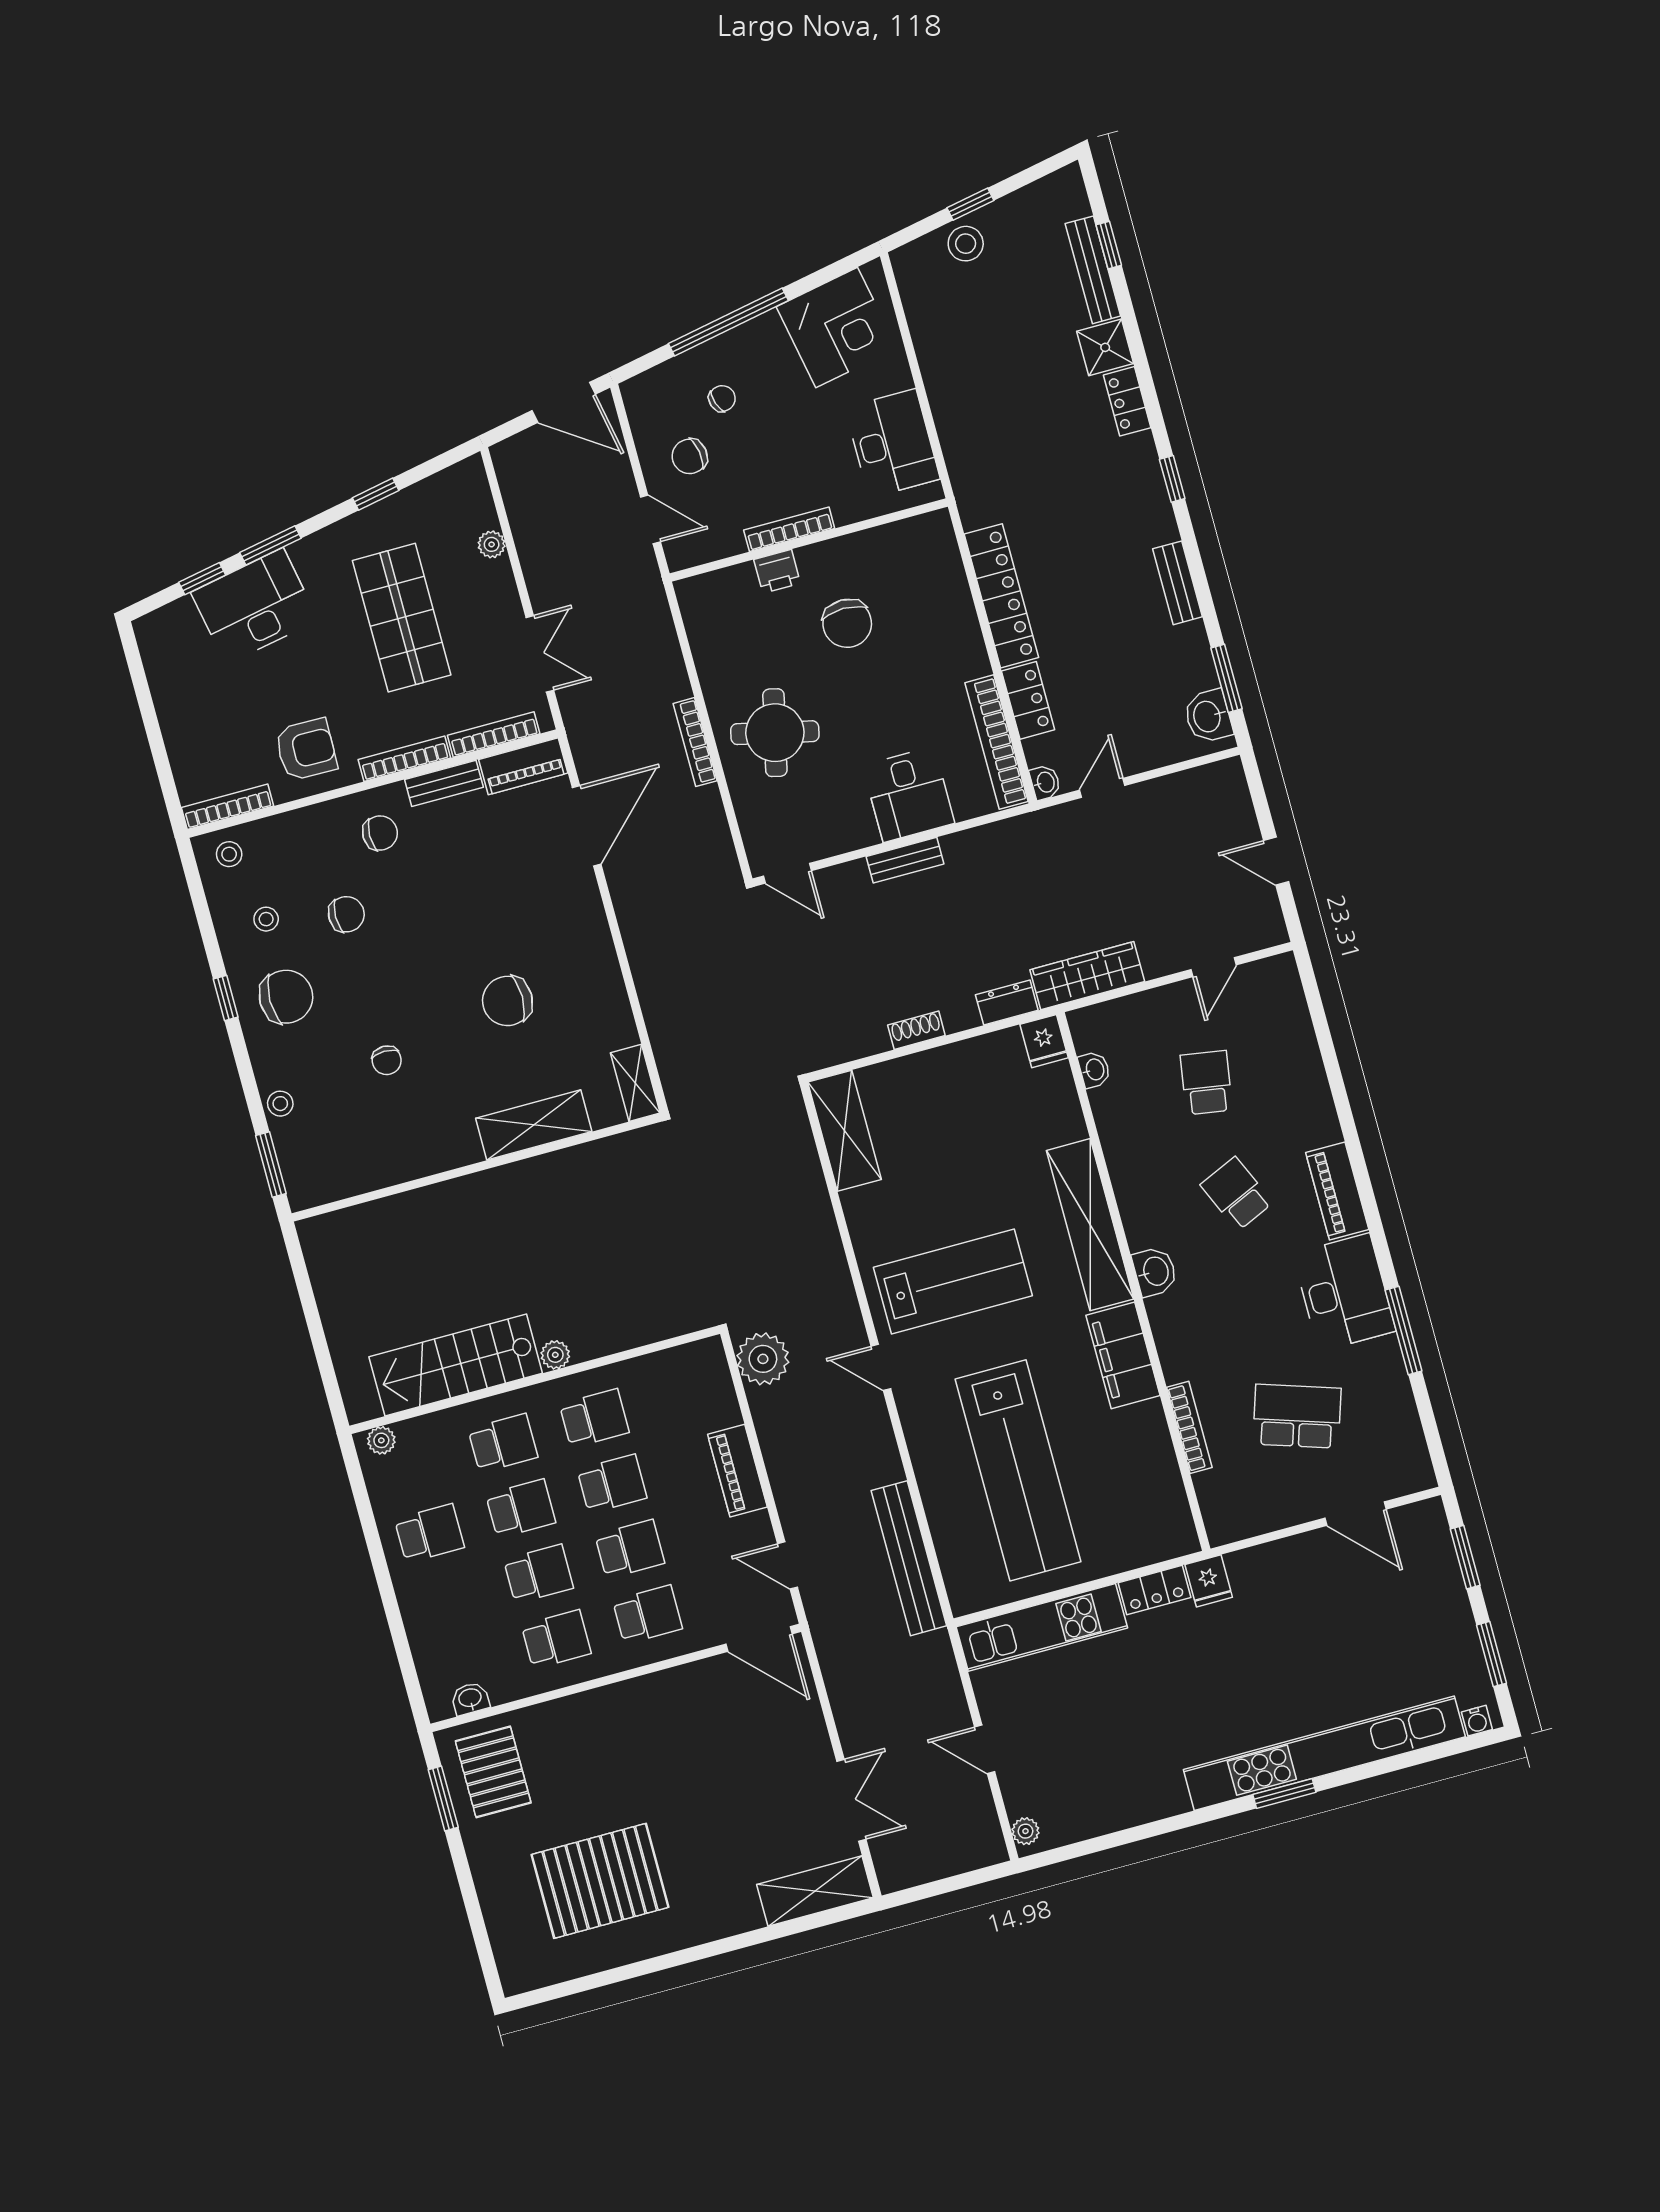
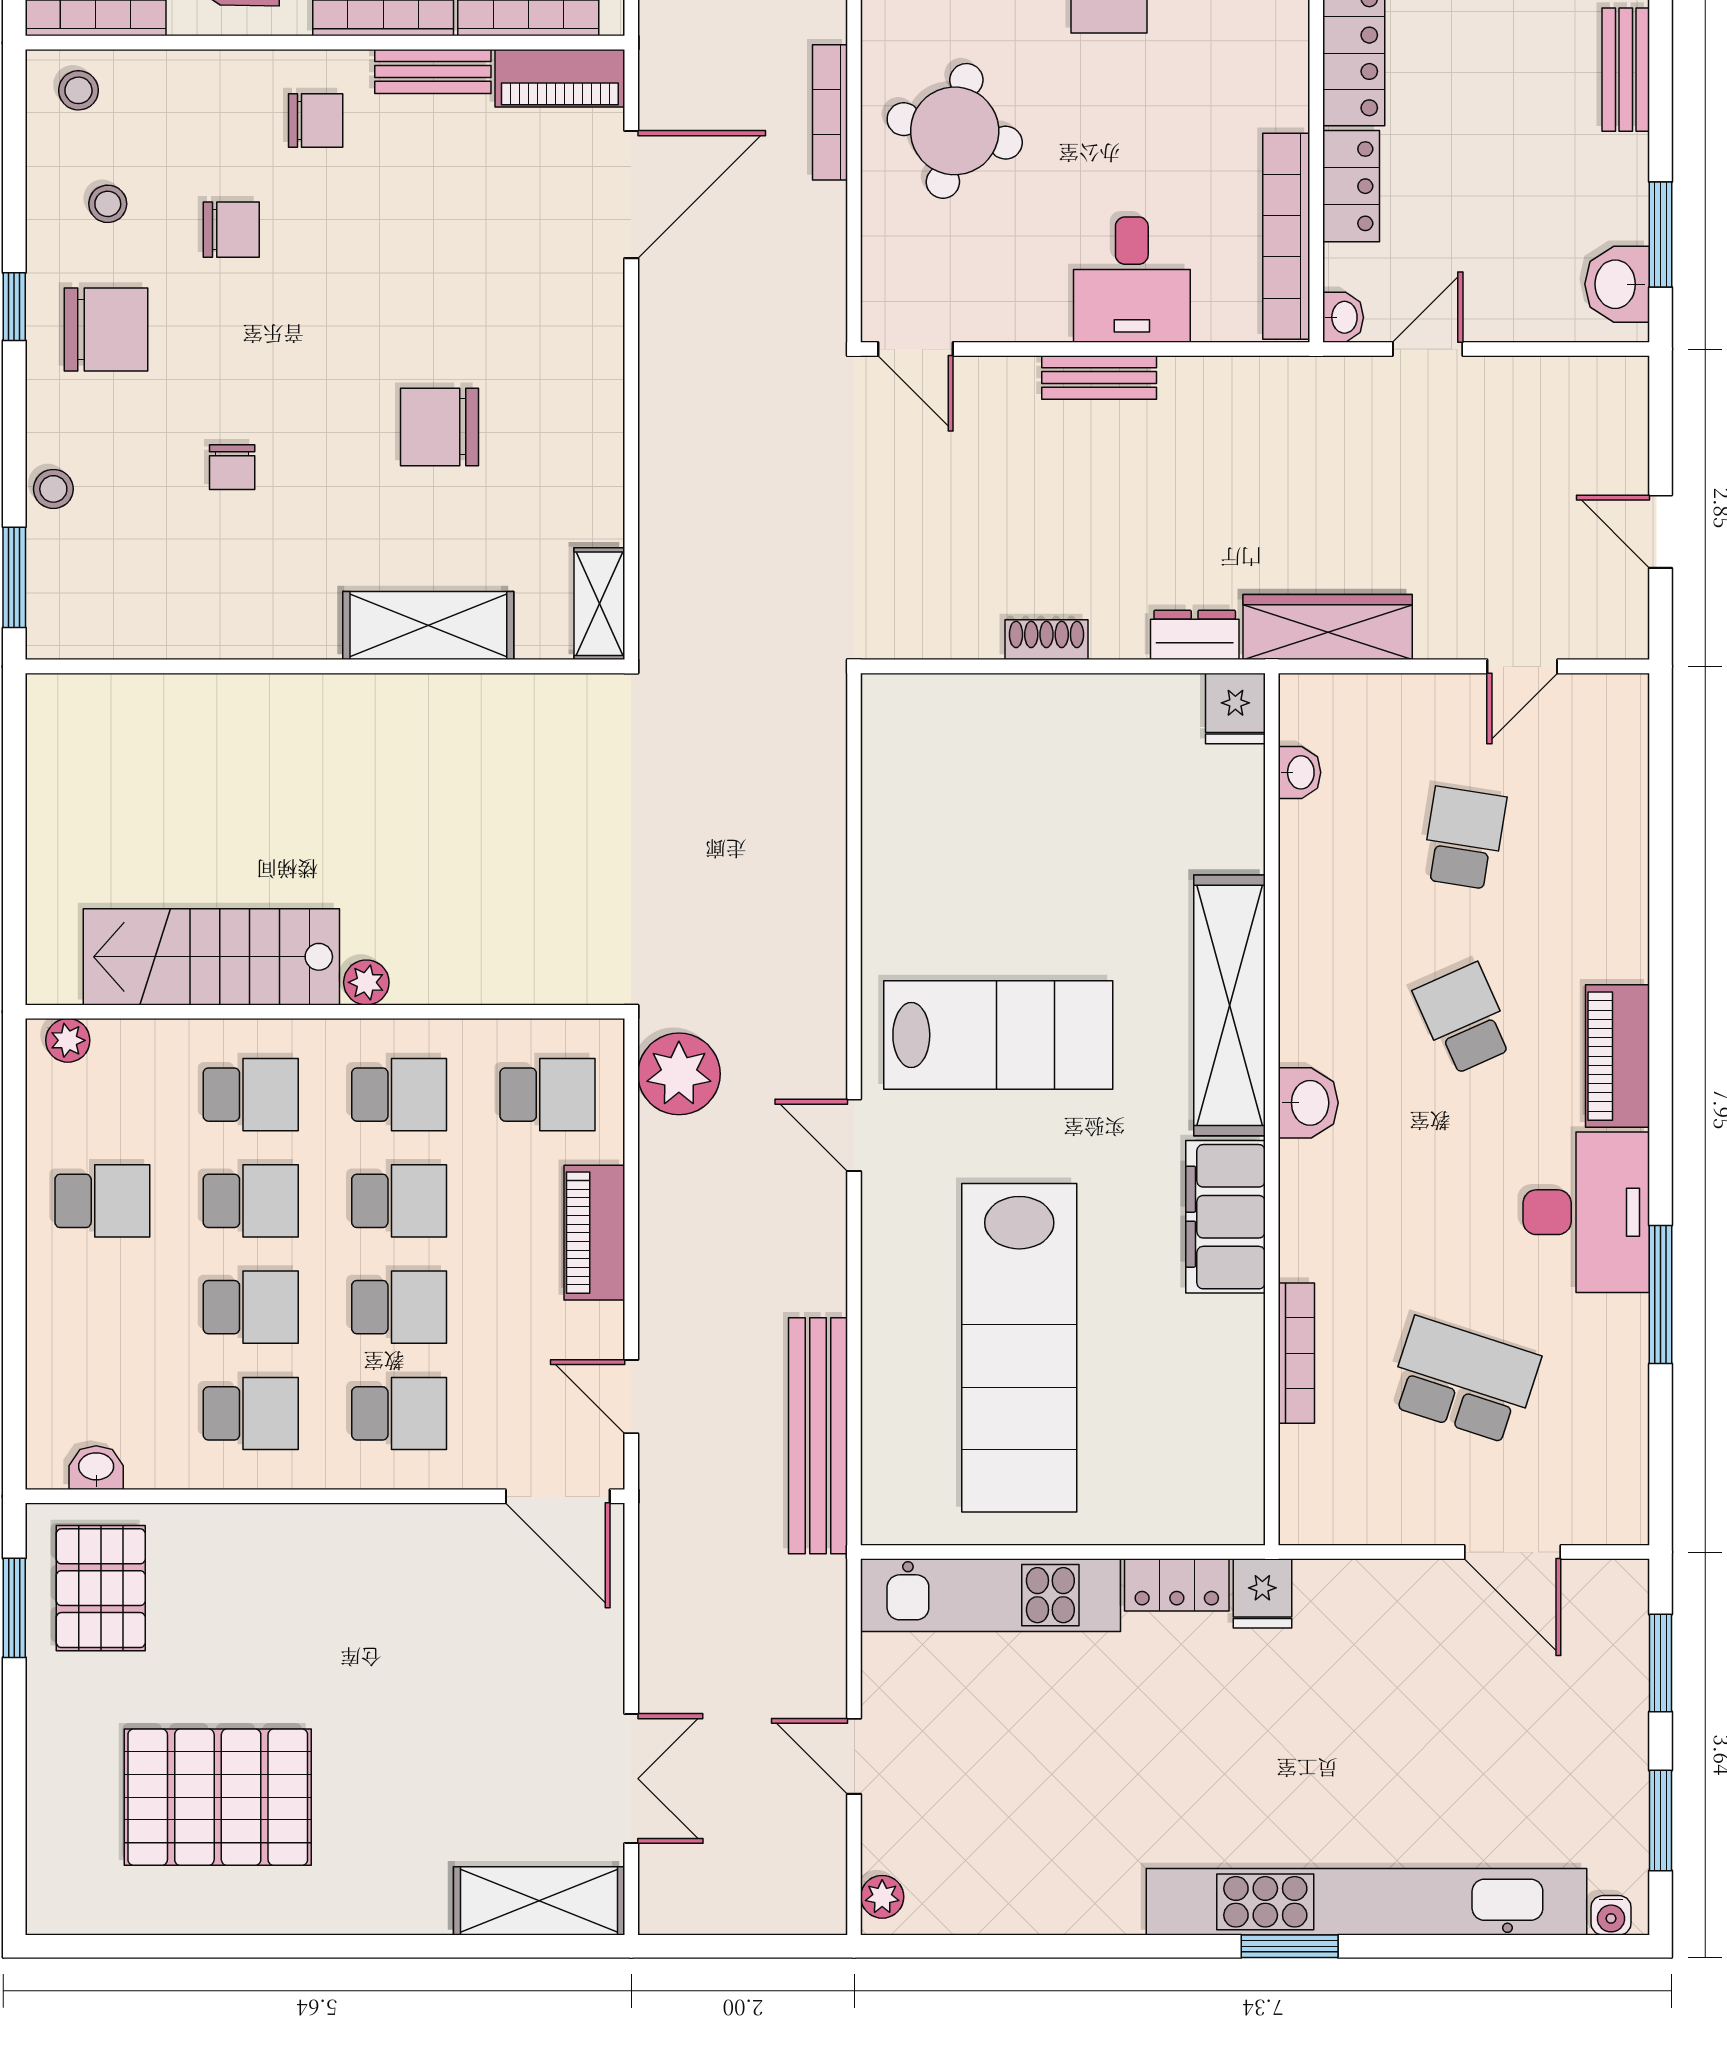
shelving: (845, 1131) -> (896, 762), removed
school desk: (685, 1394) -> (548, 1095), added

